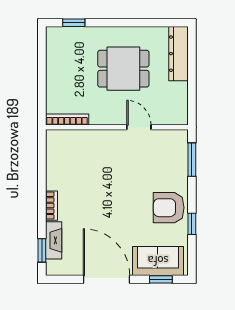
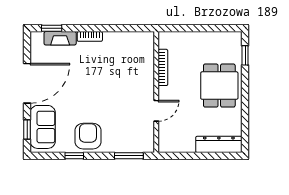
dining table: (123, 69) -> (219, 86), moved
bookcase: (67, 120) -> (163, 67), moved

